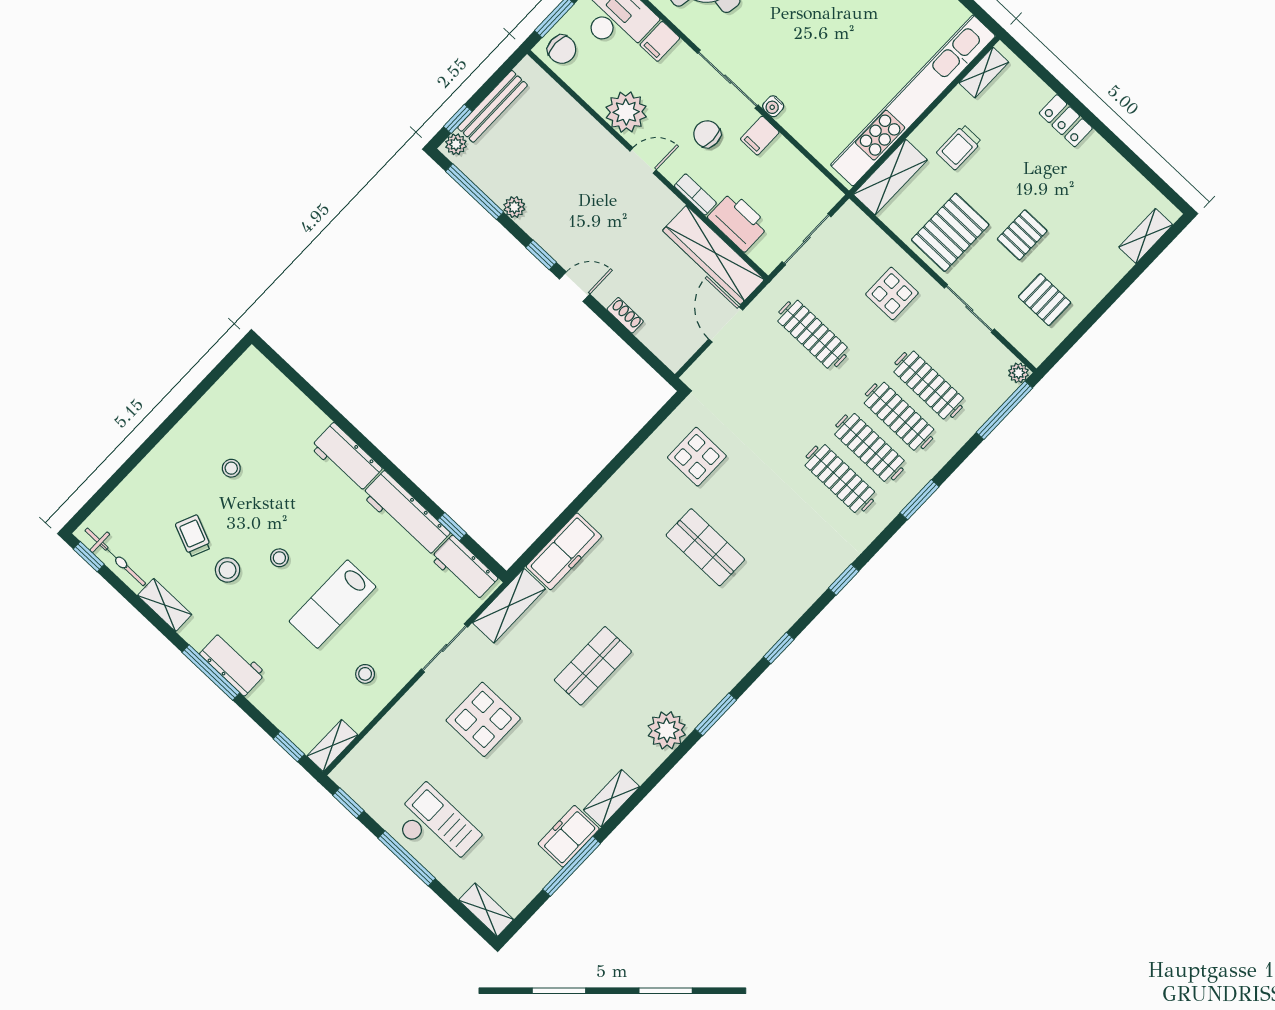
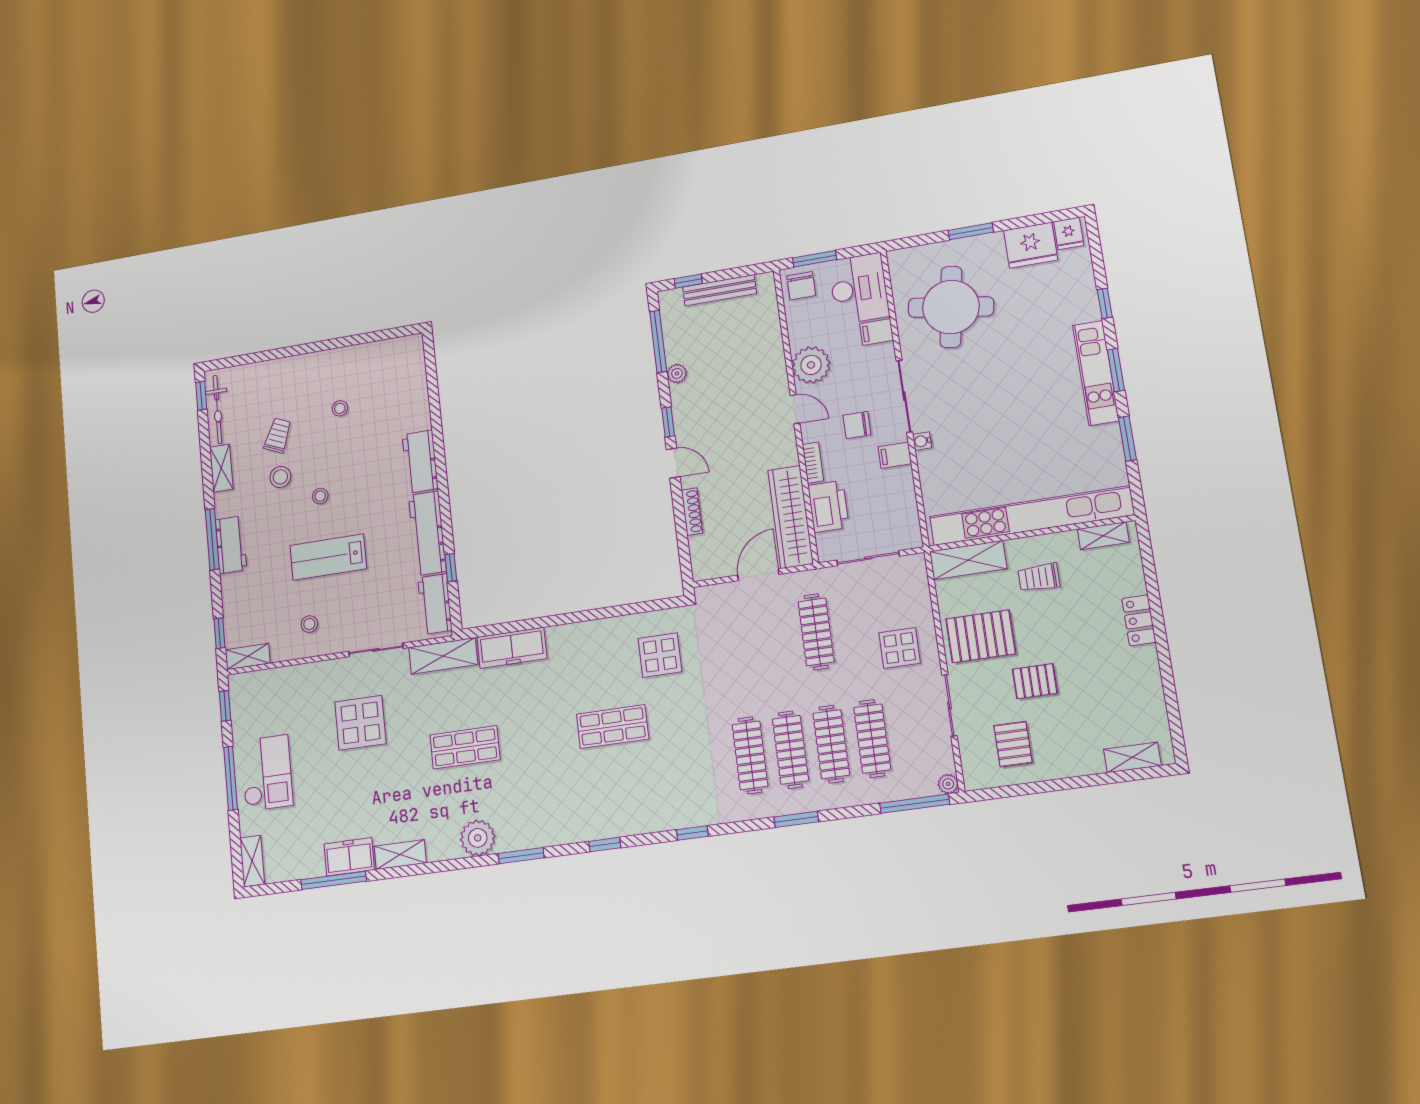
chair: (707, 134) -> (857, 425), turned -90
plant: (456, 144) -> (672, 298), removed
shoe rack: (625, 315) -> (692, 512), width x1.43
shop shelf: (705, 547) -> (613, 726), turned 90

